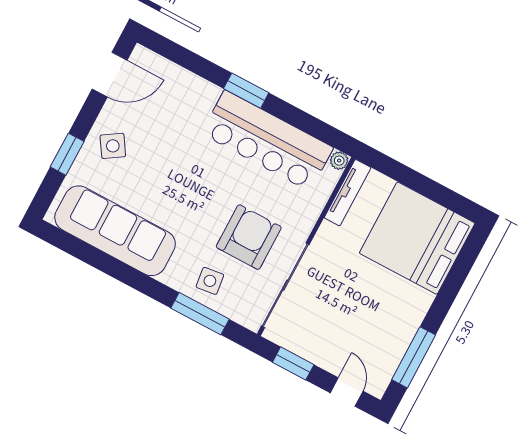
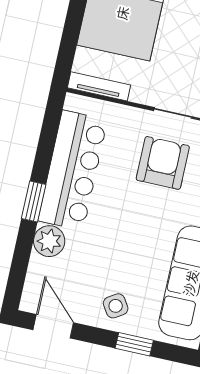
plant: (339, 161) -> (49, 241), moved, width x1.87, depth x1.87
armchair: (249, 237) -> (163, 163), turned 90

